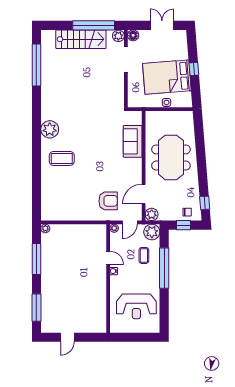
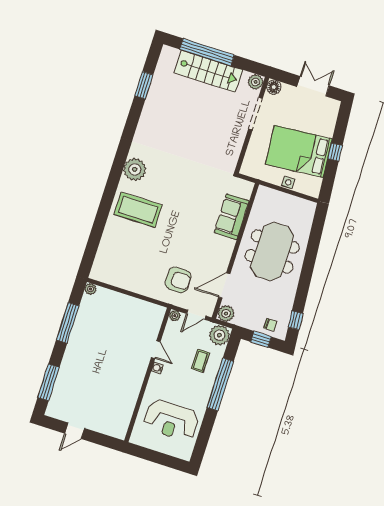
window: (94, 25) -> (207, 52), moved
window: (36, 65) -> (144, 85), width x0.47
coffee table: (62, 158) -> (138, 210), width x1.36, depth x1.32

